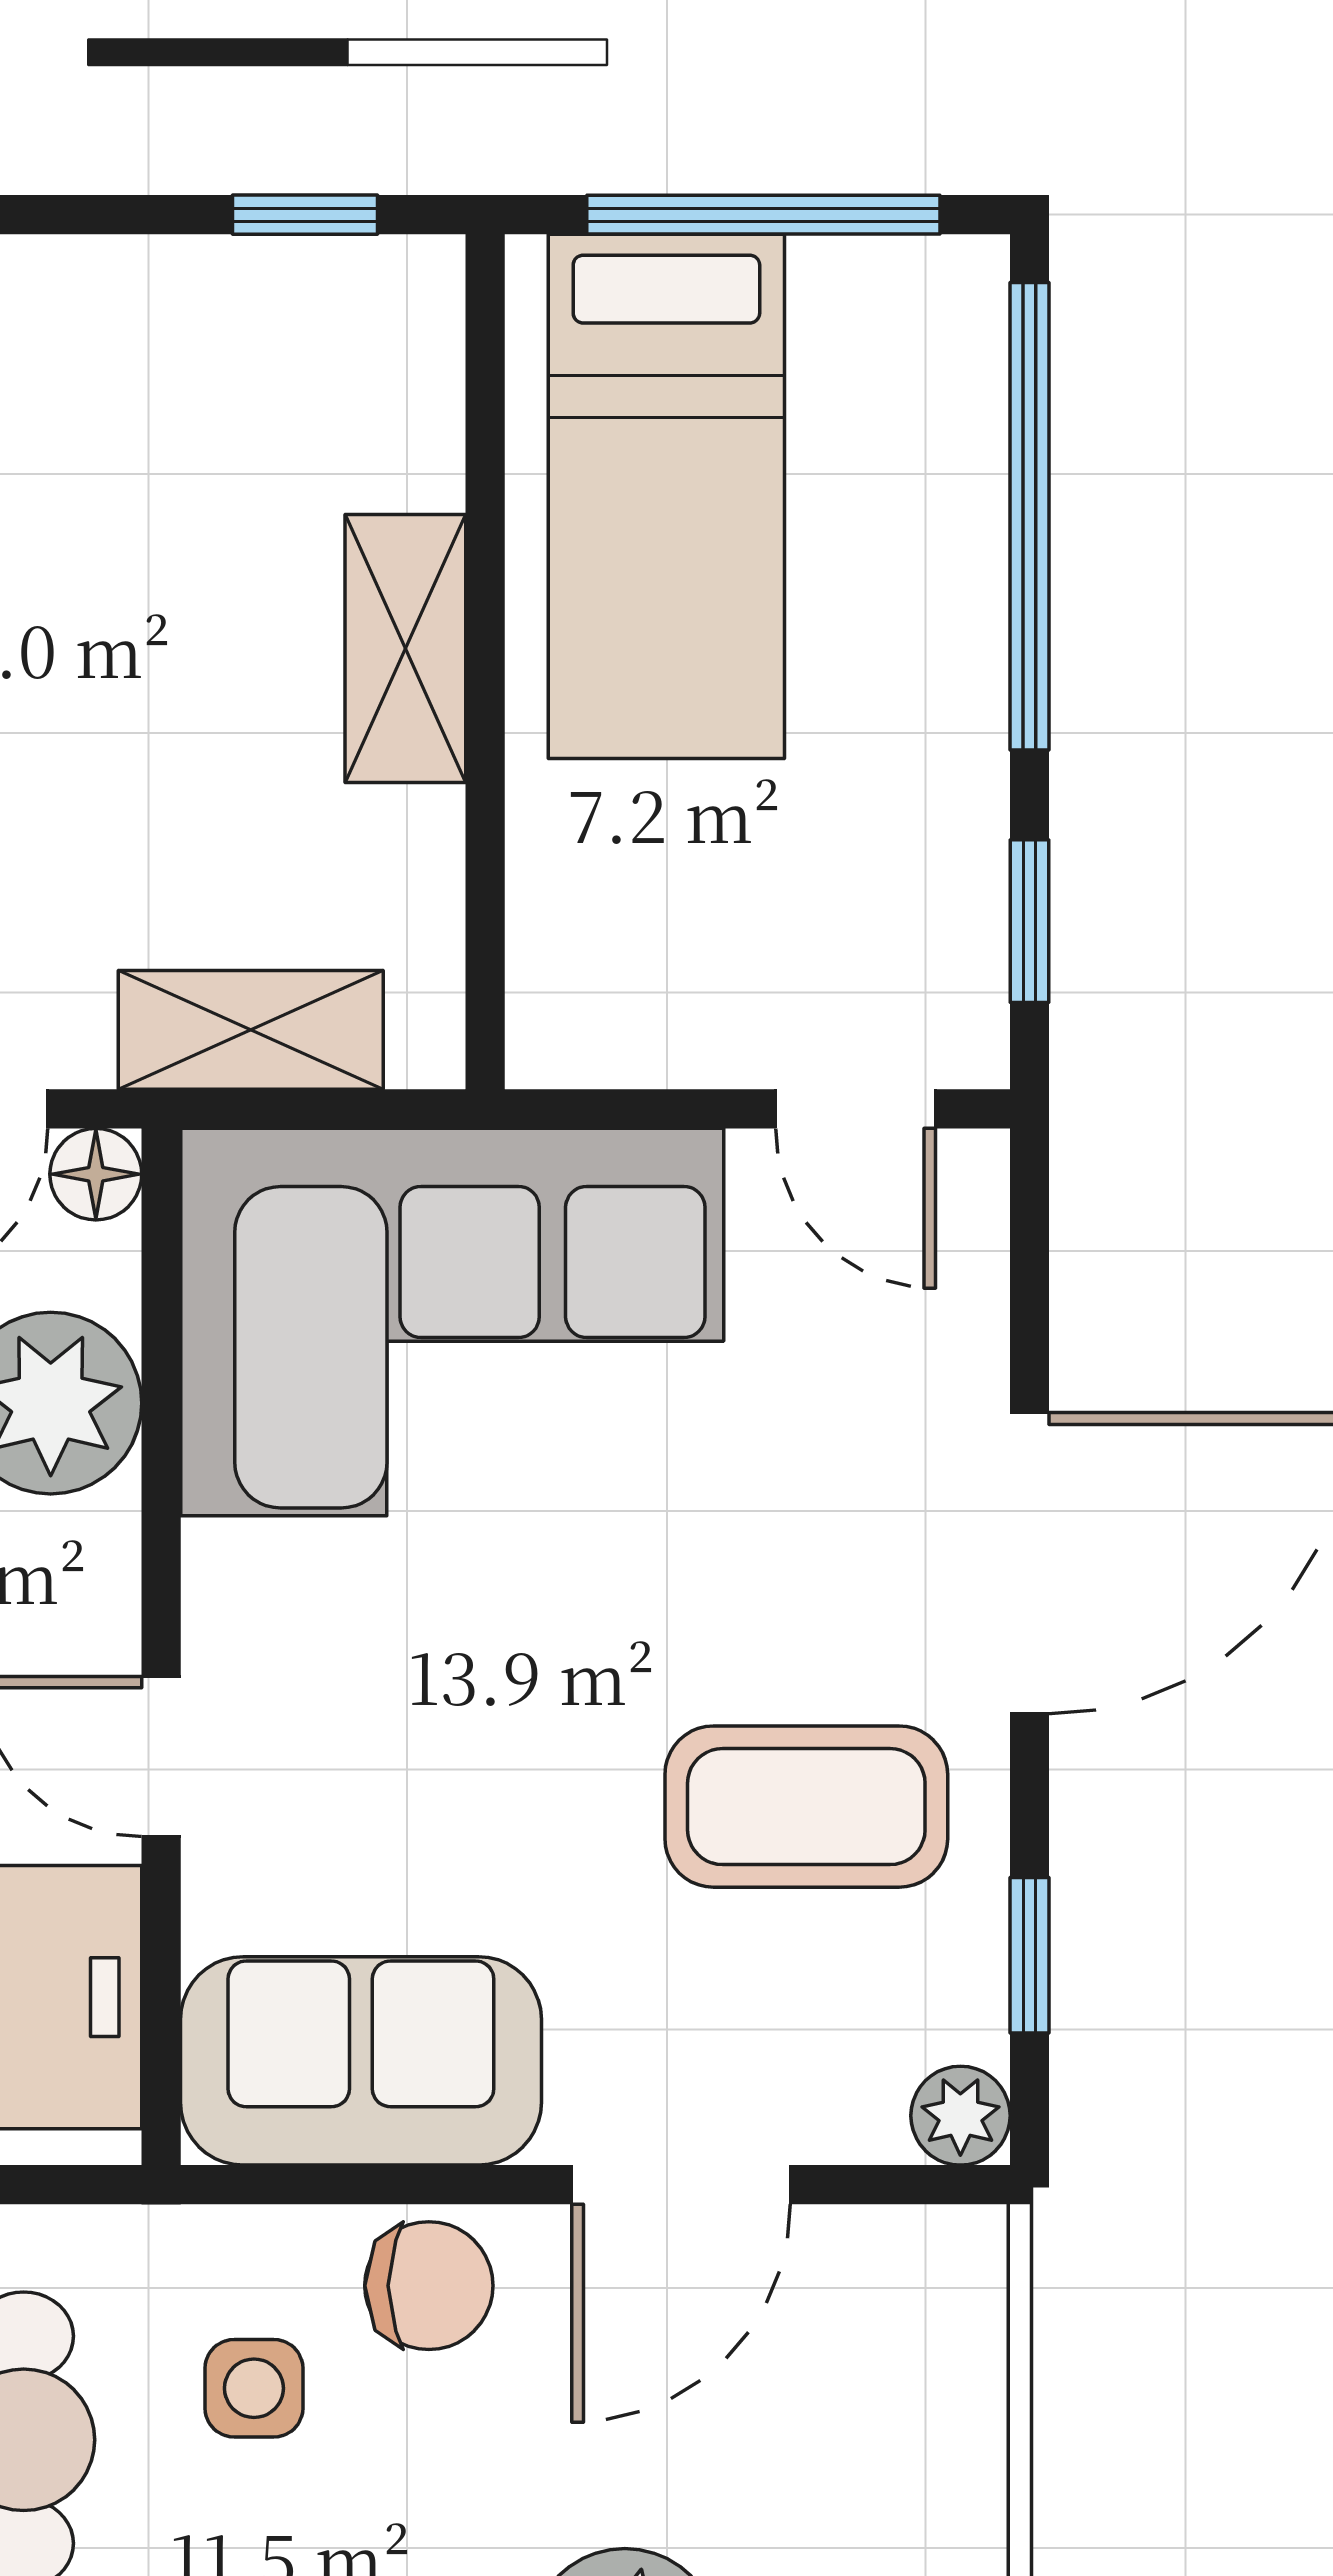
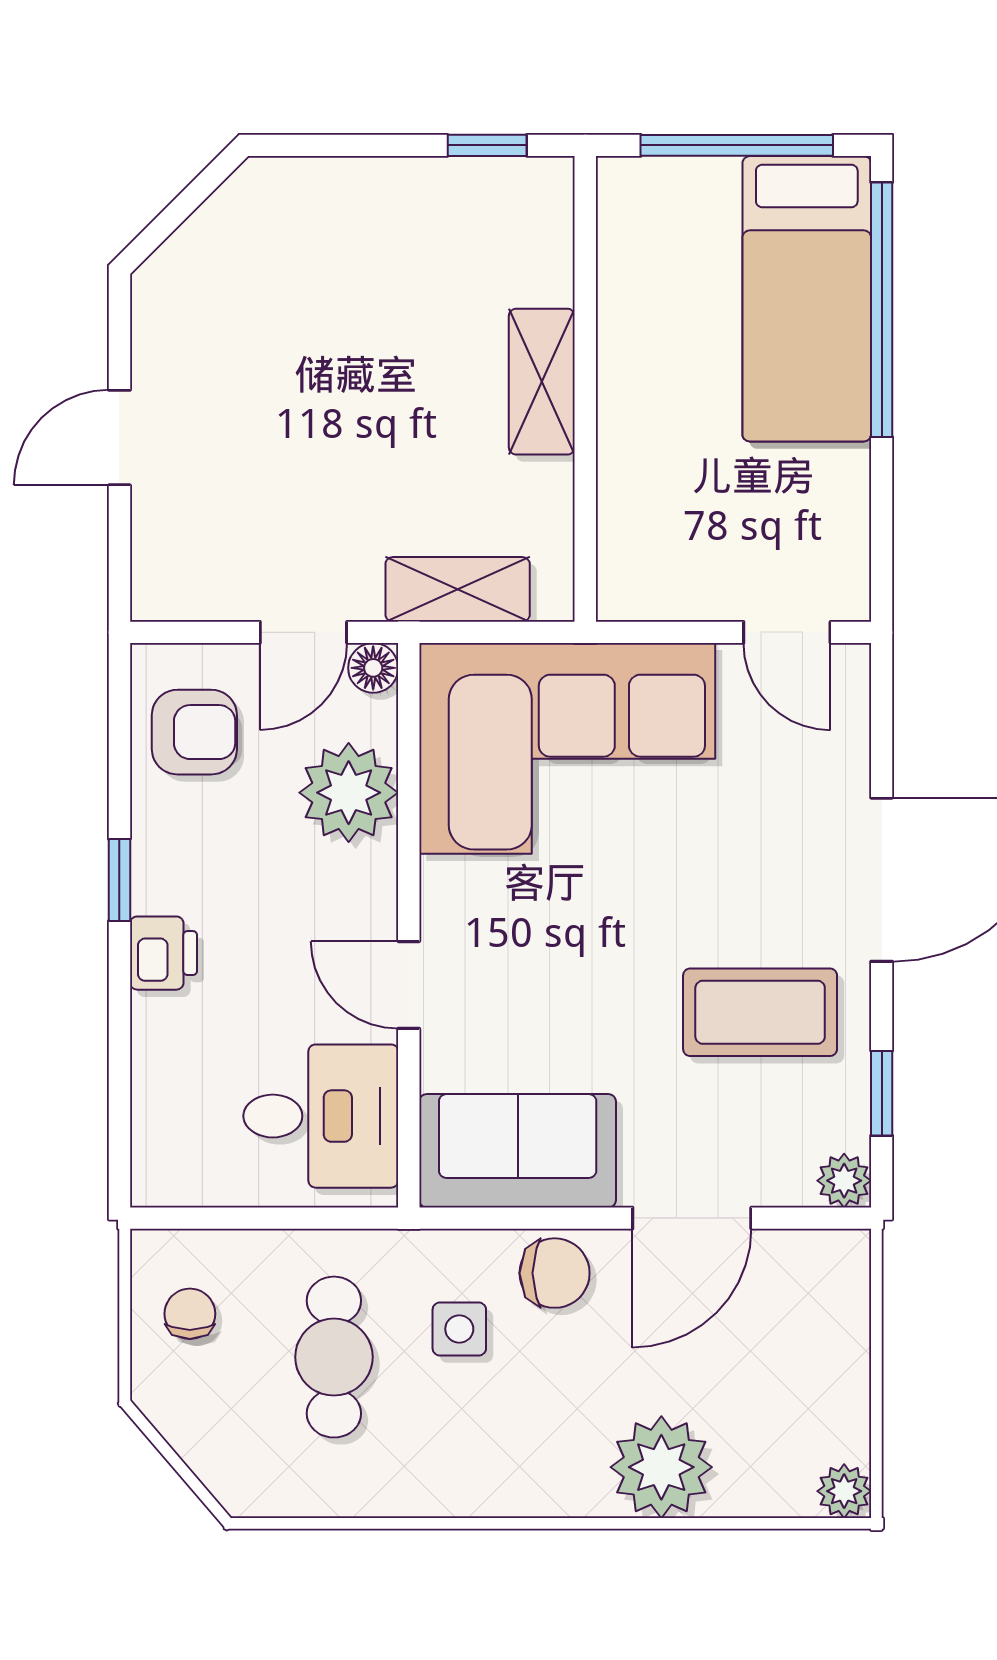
bed: (666, 496) -> (807, 299), moved
window: (1030, 921) -> (882, 530), removed

